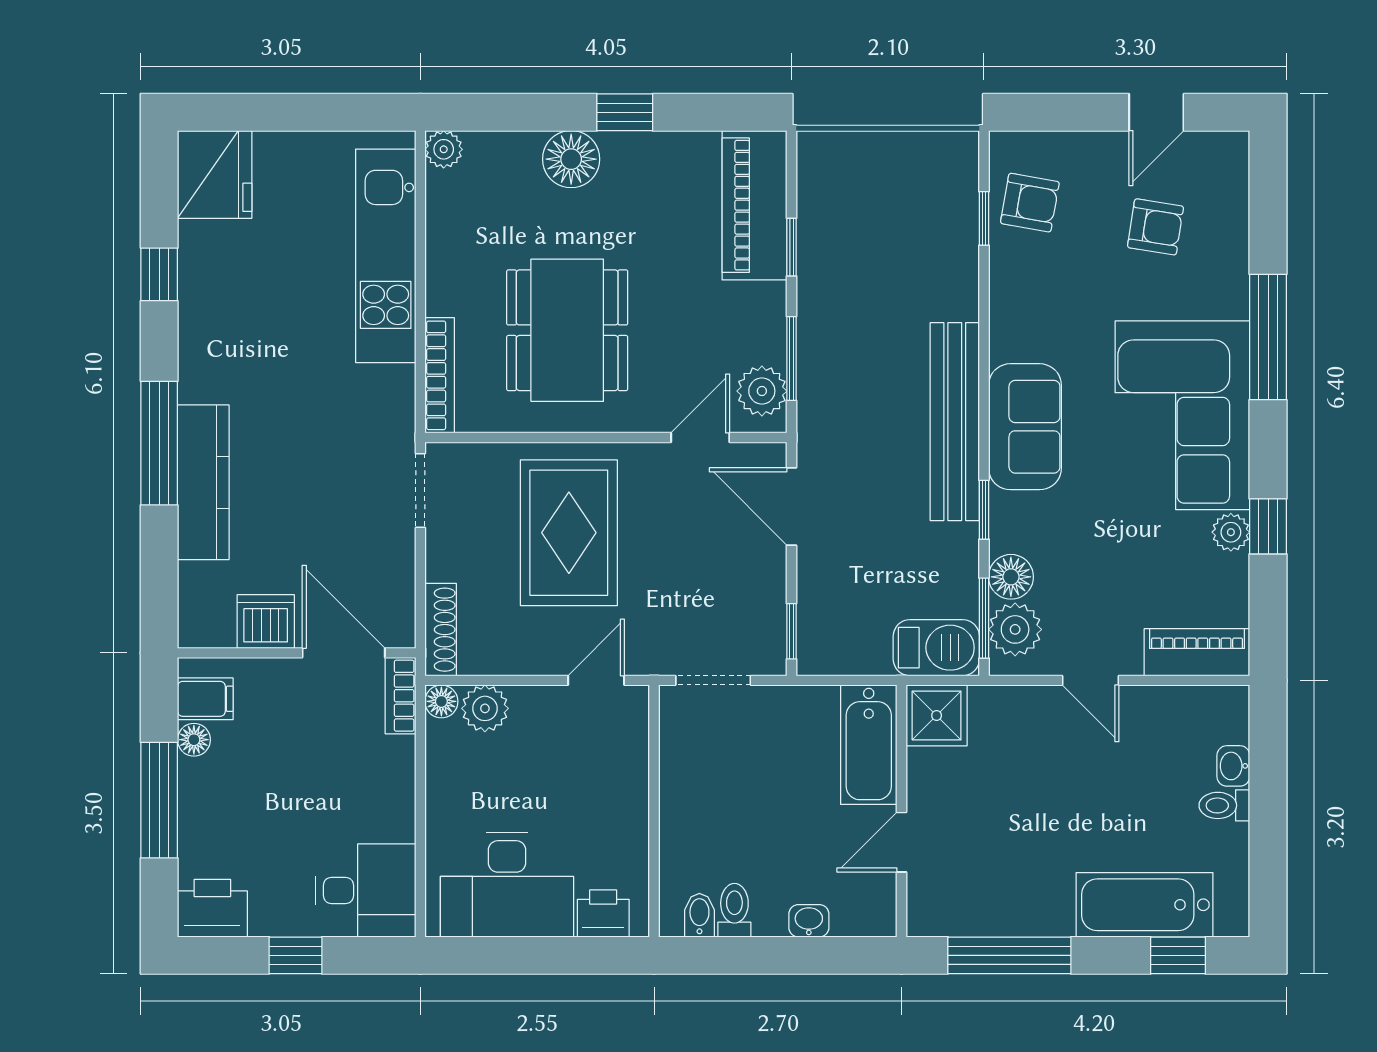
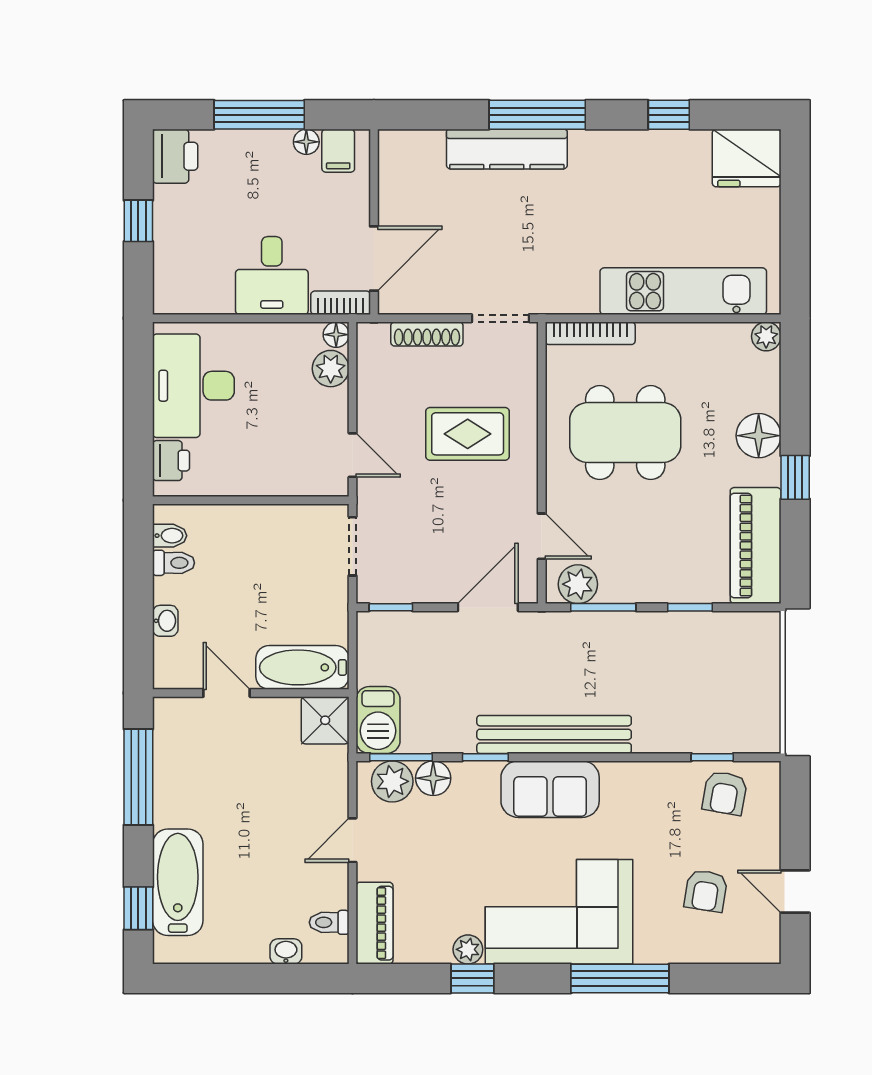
piano: (754, 205) -> (756, 546), moved, turned -90
rug: (569, 533) -> (468, 434), width x0.73, depth x0.70
dishwasher: (266, 622) -> (398, 198), removed
shoe rack: (441, 630) -> (427, 334), moved
toilet: (1224, 805) -> (329, 922), moved, turned -90
desk: (366, 890) -> (272, 276), moved

